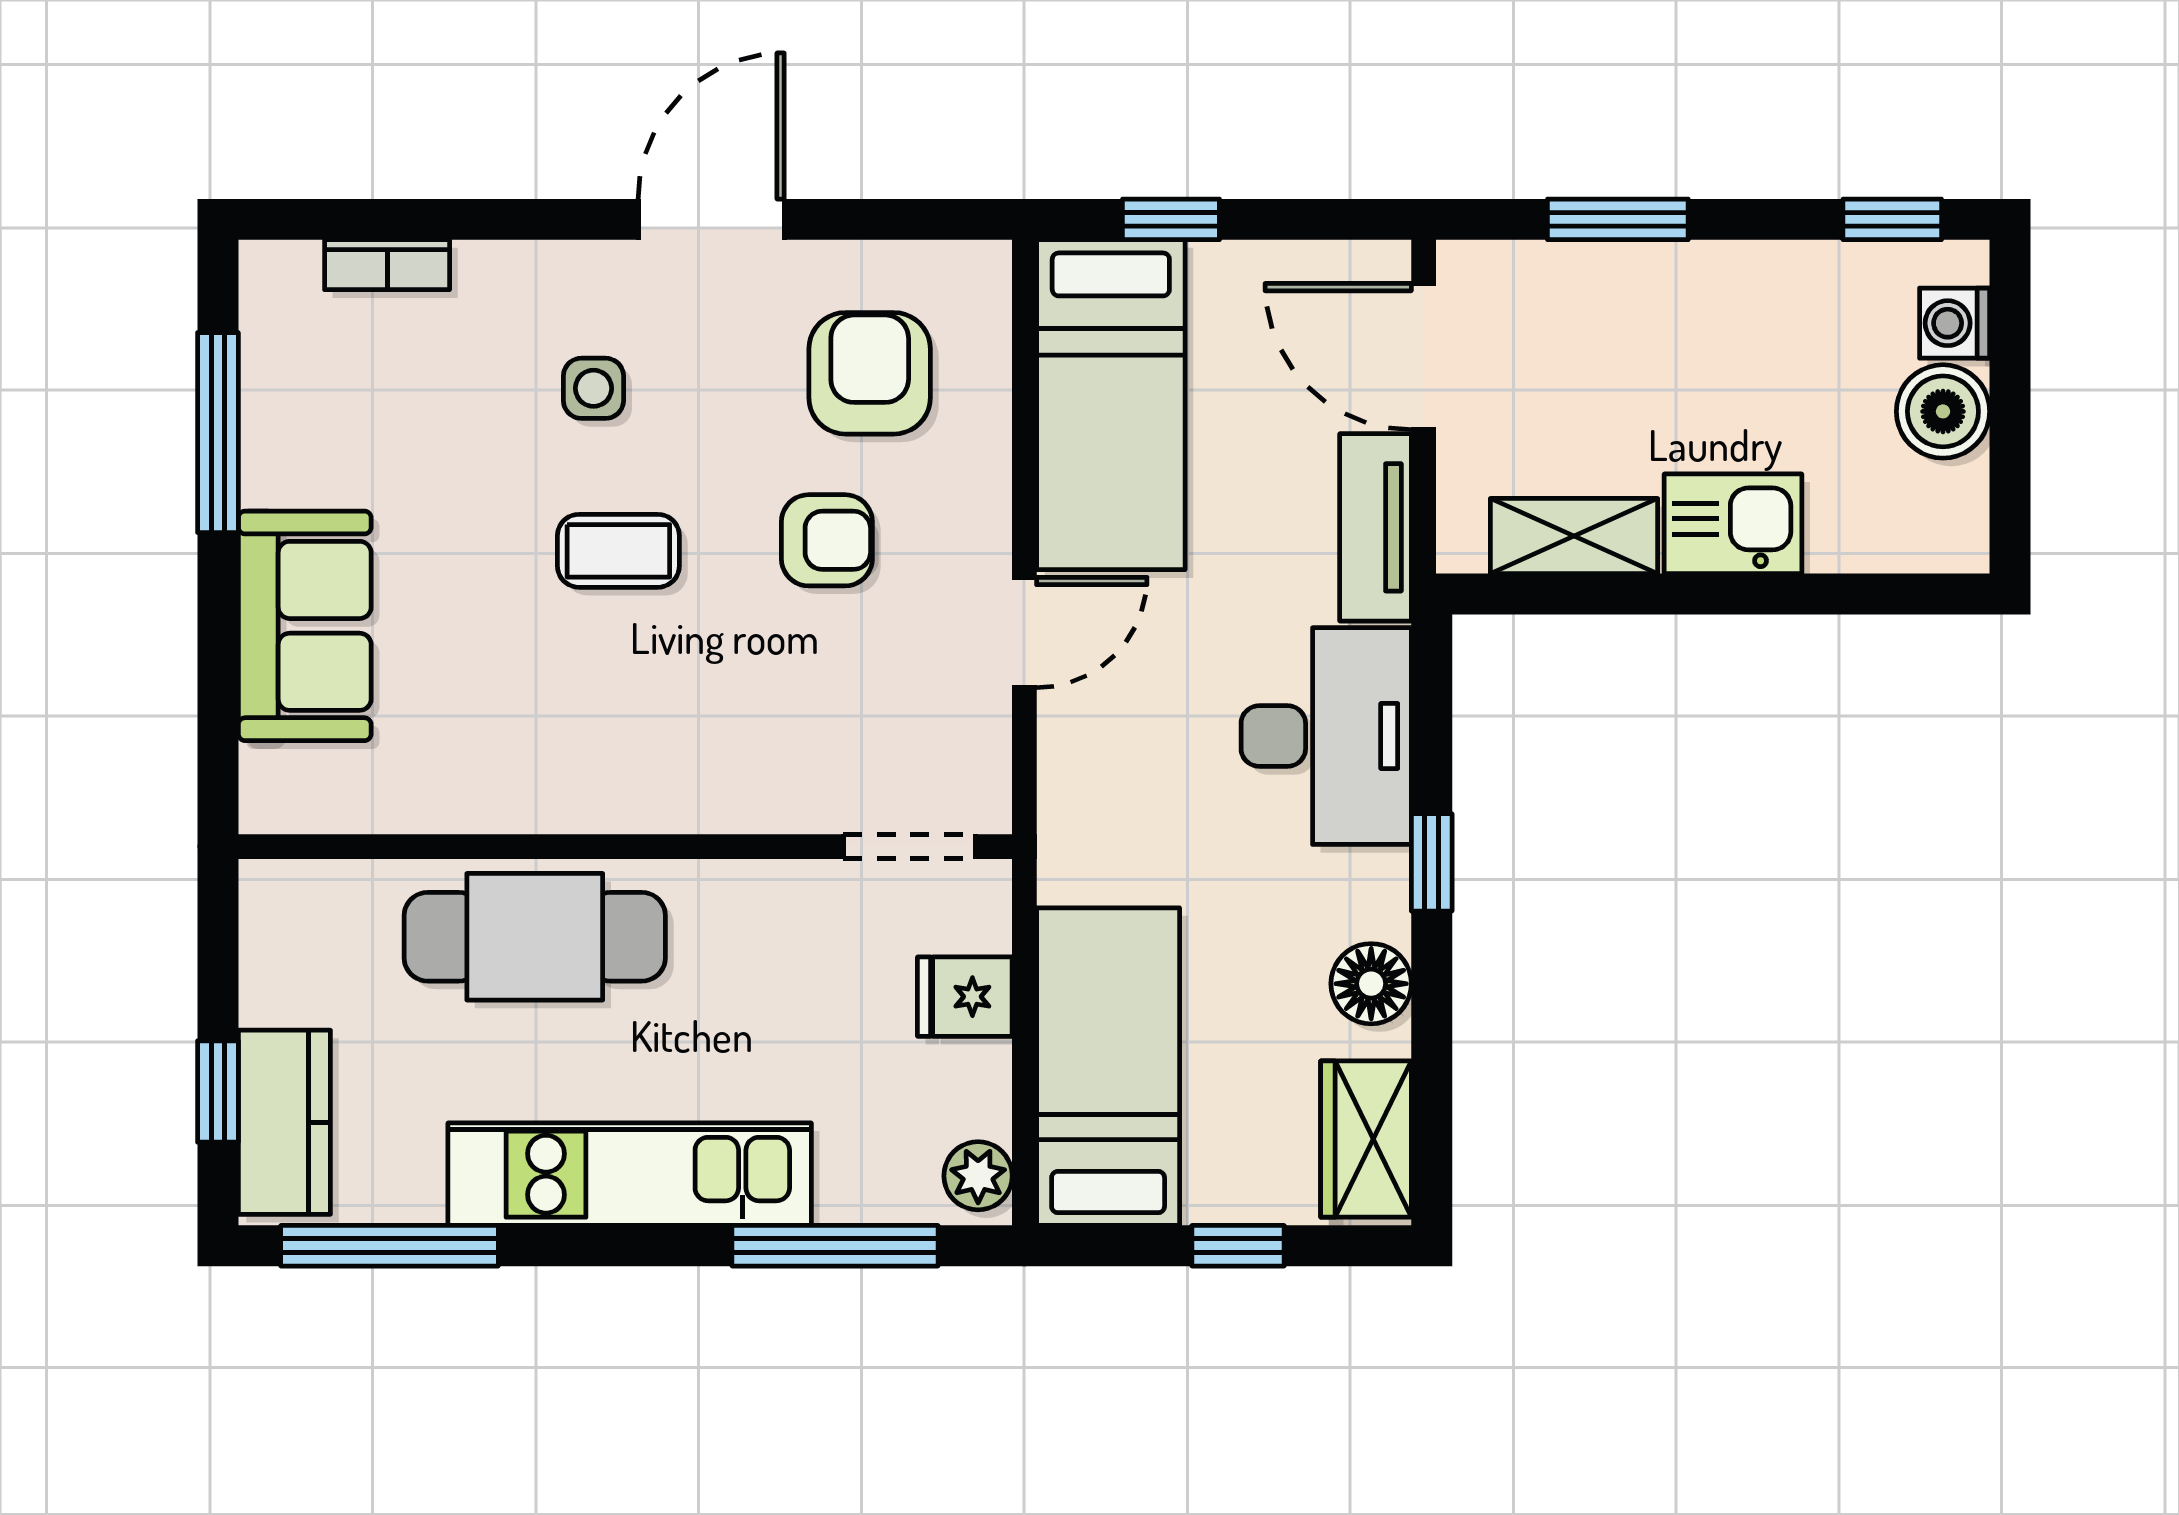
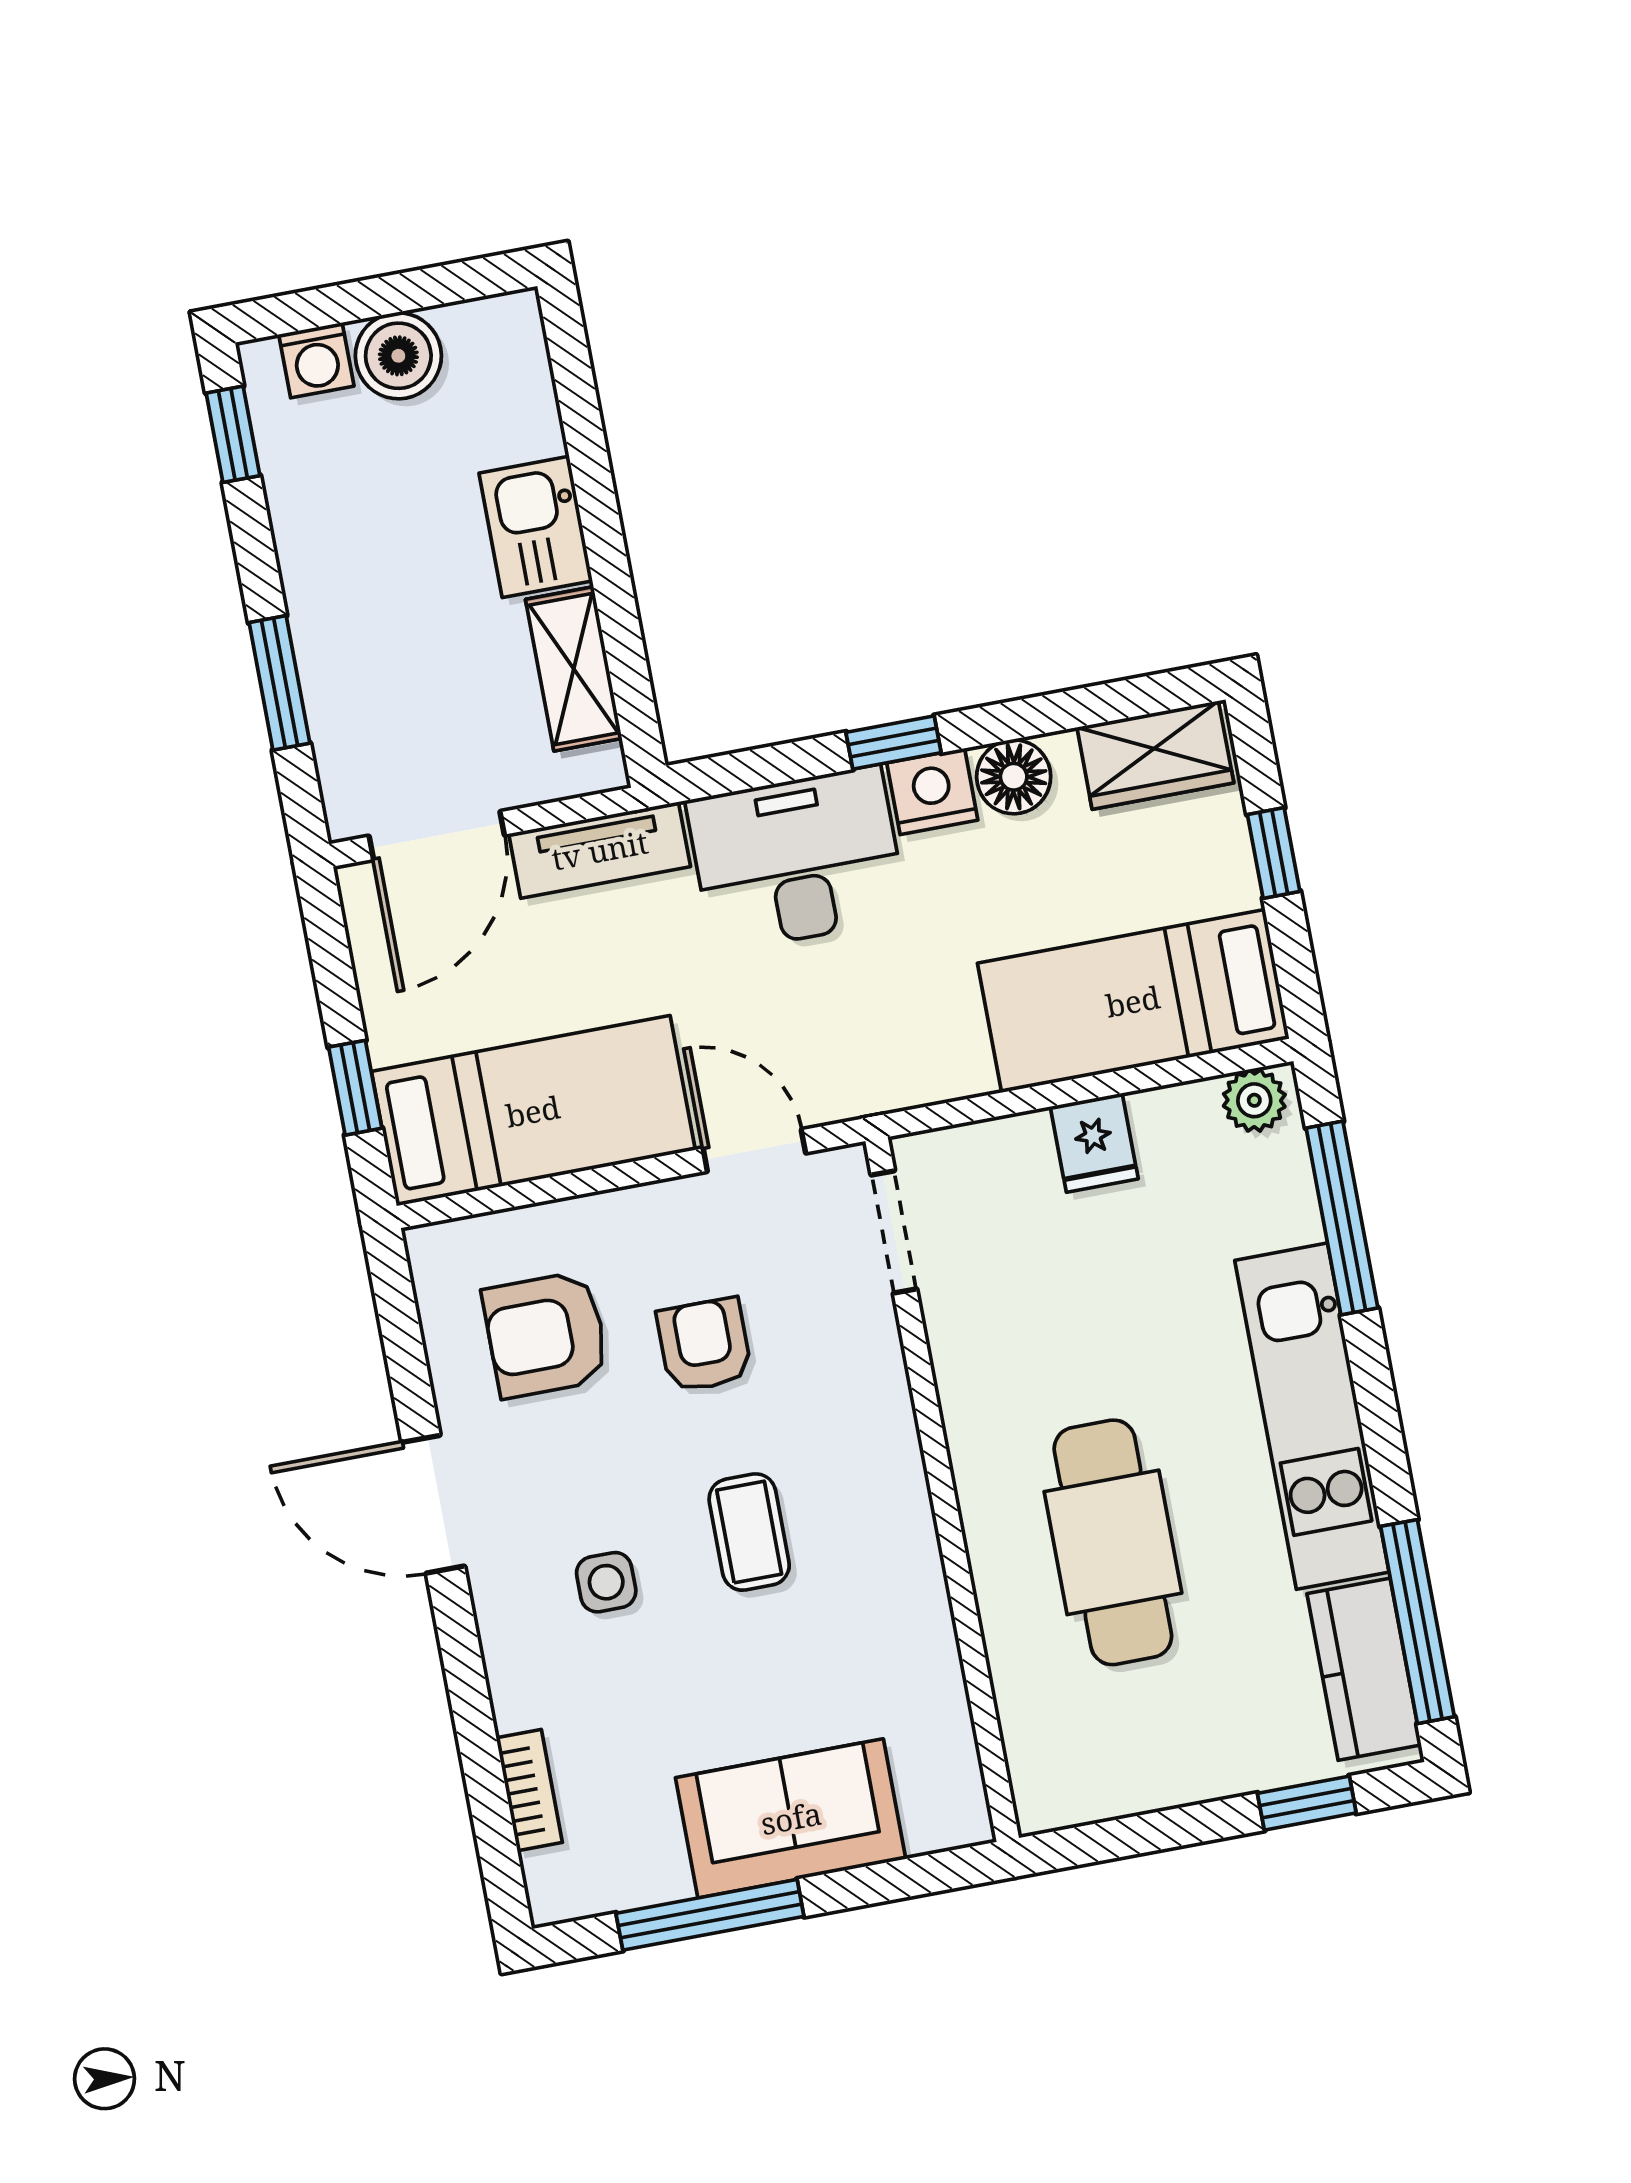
sofa: (305, 626) -> (791, 1818), moved
wall: (625, 847) -> (942, 1489), moved
doorway: (909, 847) -> (894, 1232), moved
nightstand: (1372, 894) -> (932, 791), added
kitchen counter: (284, 1122) -> (1364, 1669), moved, turned -90

